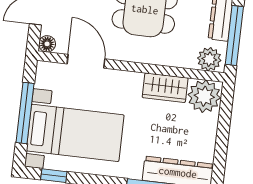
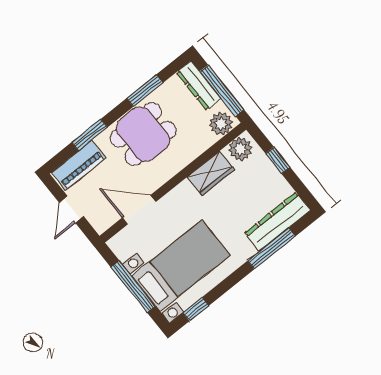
floor lamp: (47, 44) -> (101, 225), removed
plant: (204, 96) -> (240, 149), width x0.73, depth x0.73
window: (224, 128) -> (278, 160), added

